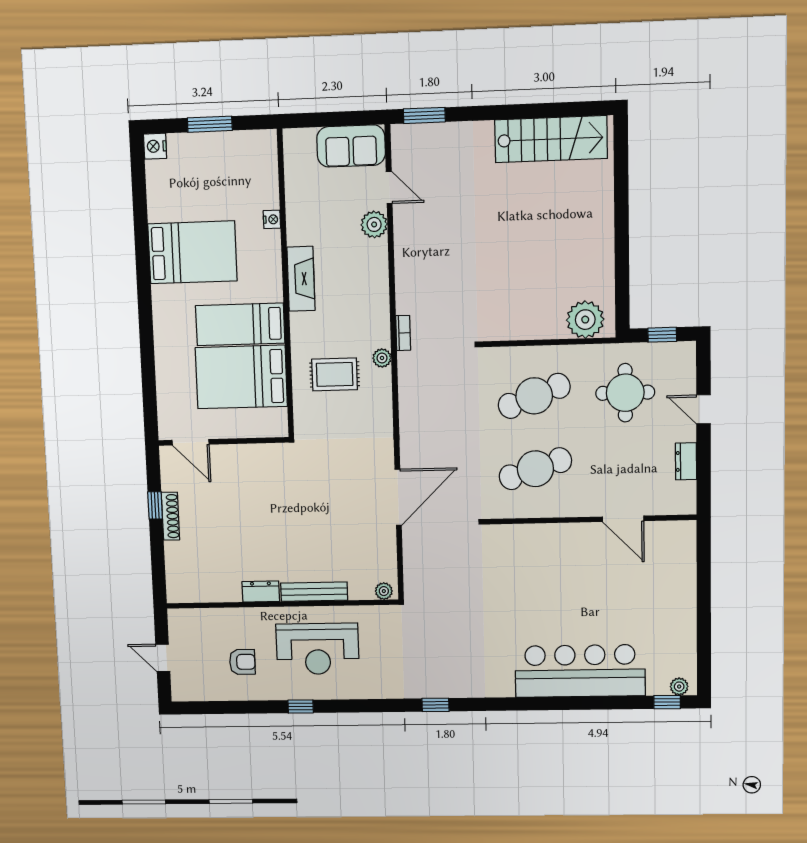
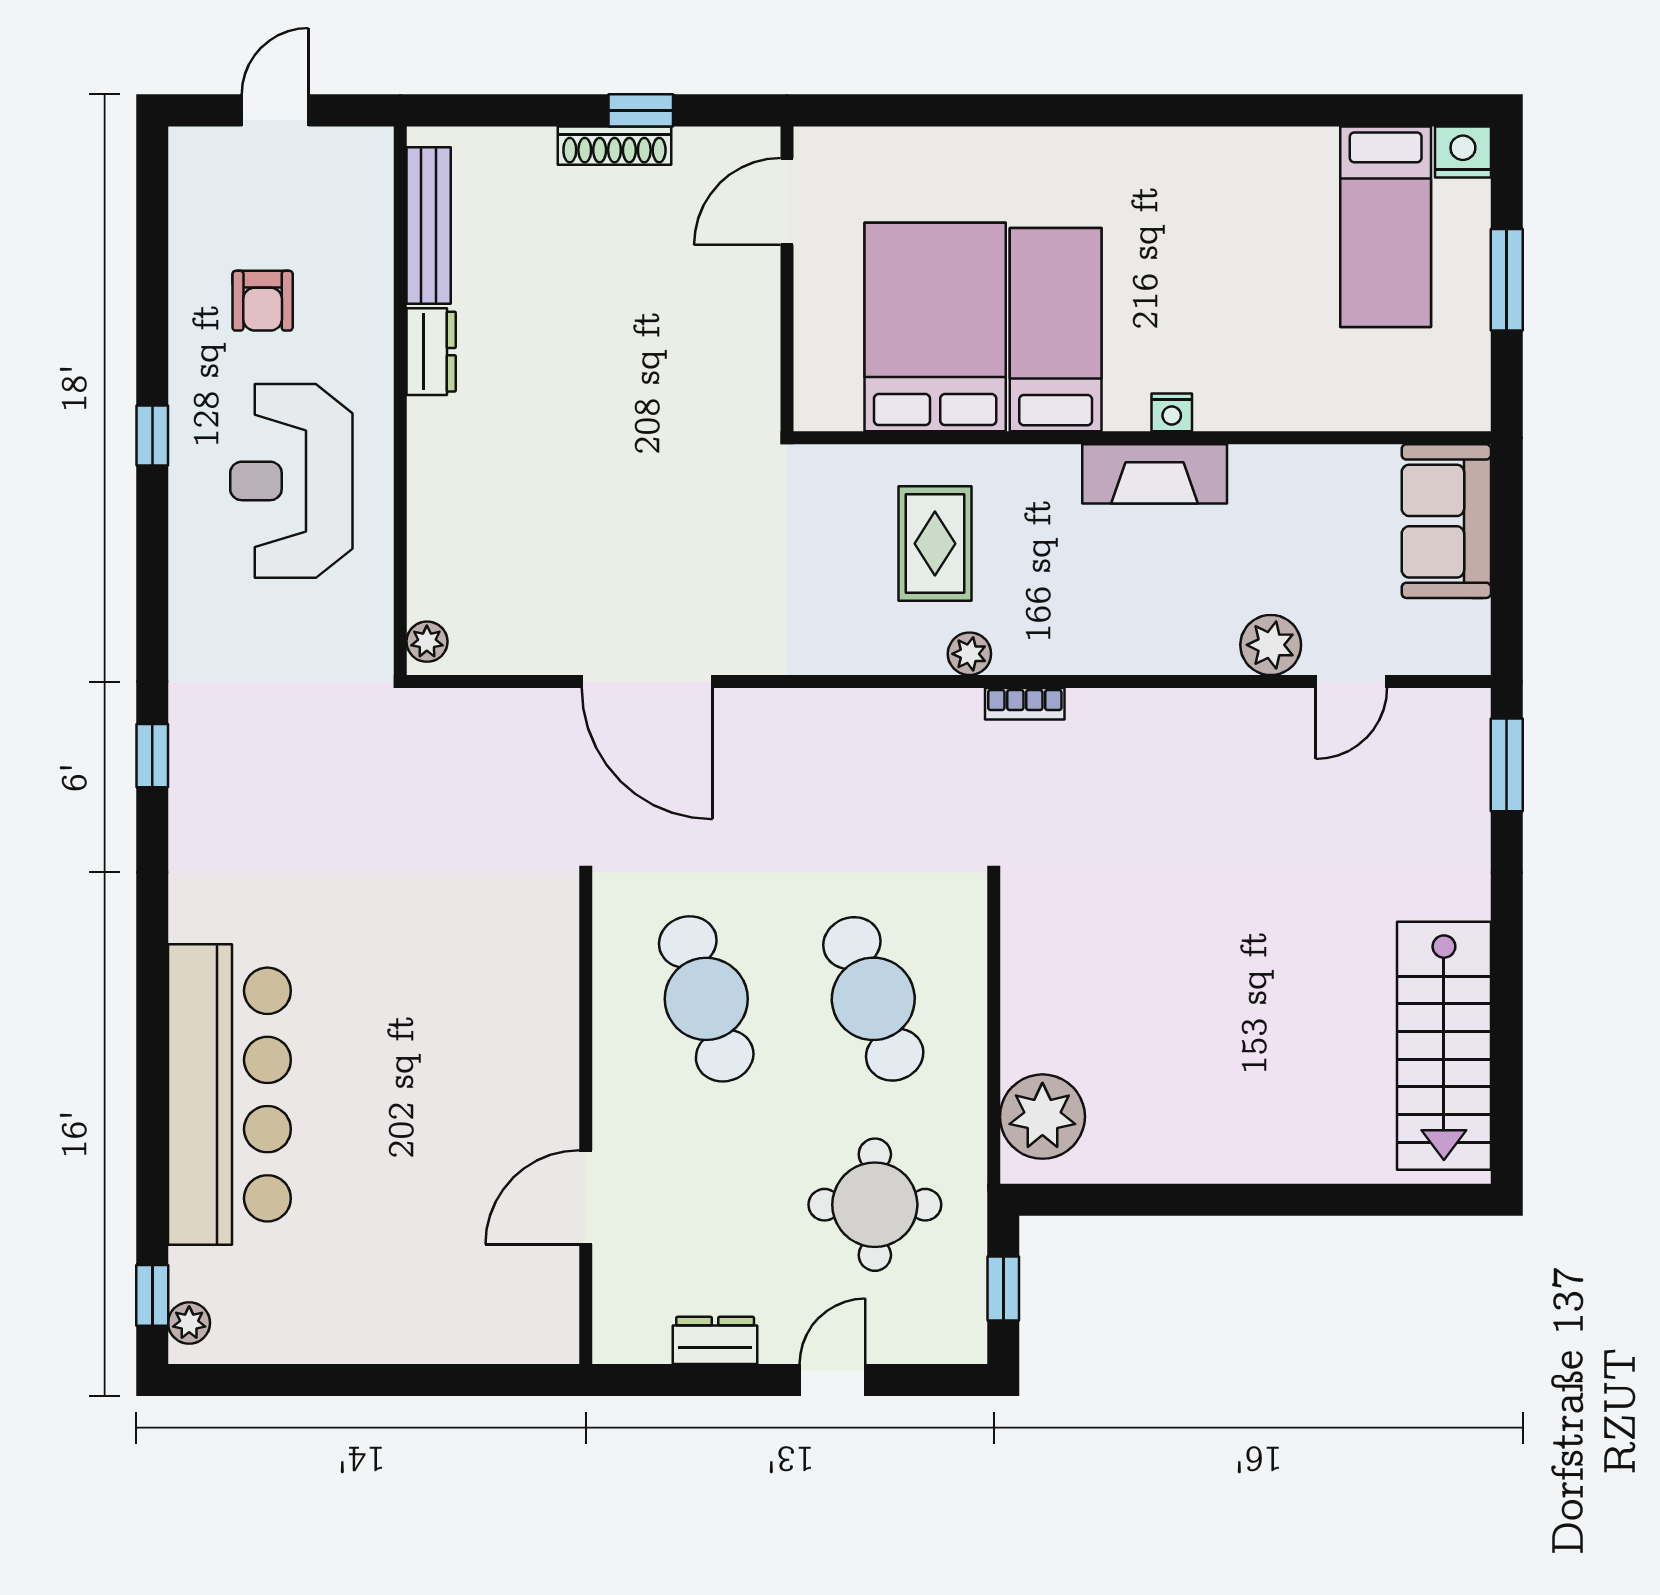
sofa: (351, 146) -> (1446, 521), moved
nightstand: (272, 219) -> (1172, 412), moved
bed: (192, 252) -> (1386, 227), moved, width x0.67
bench: (314, 592) -> (429, 225), moved

